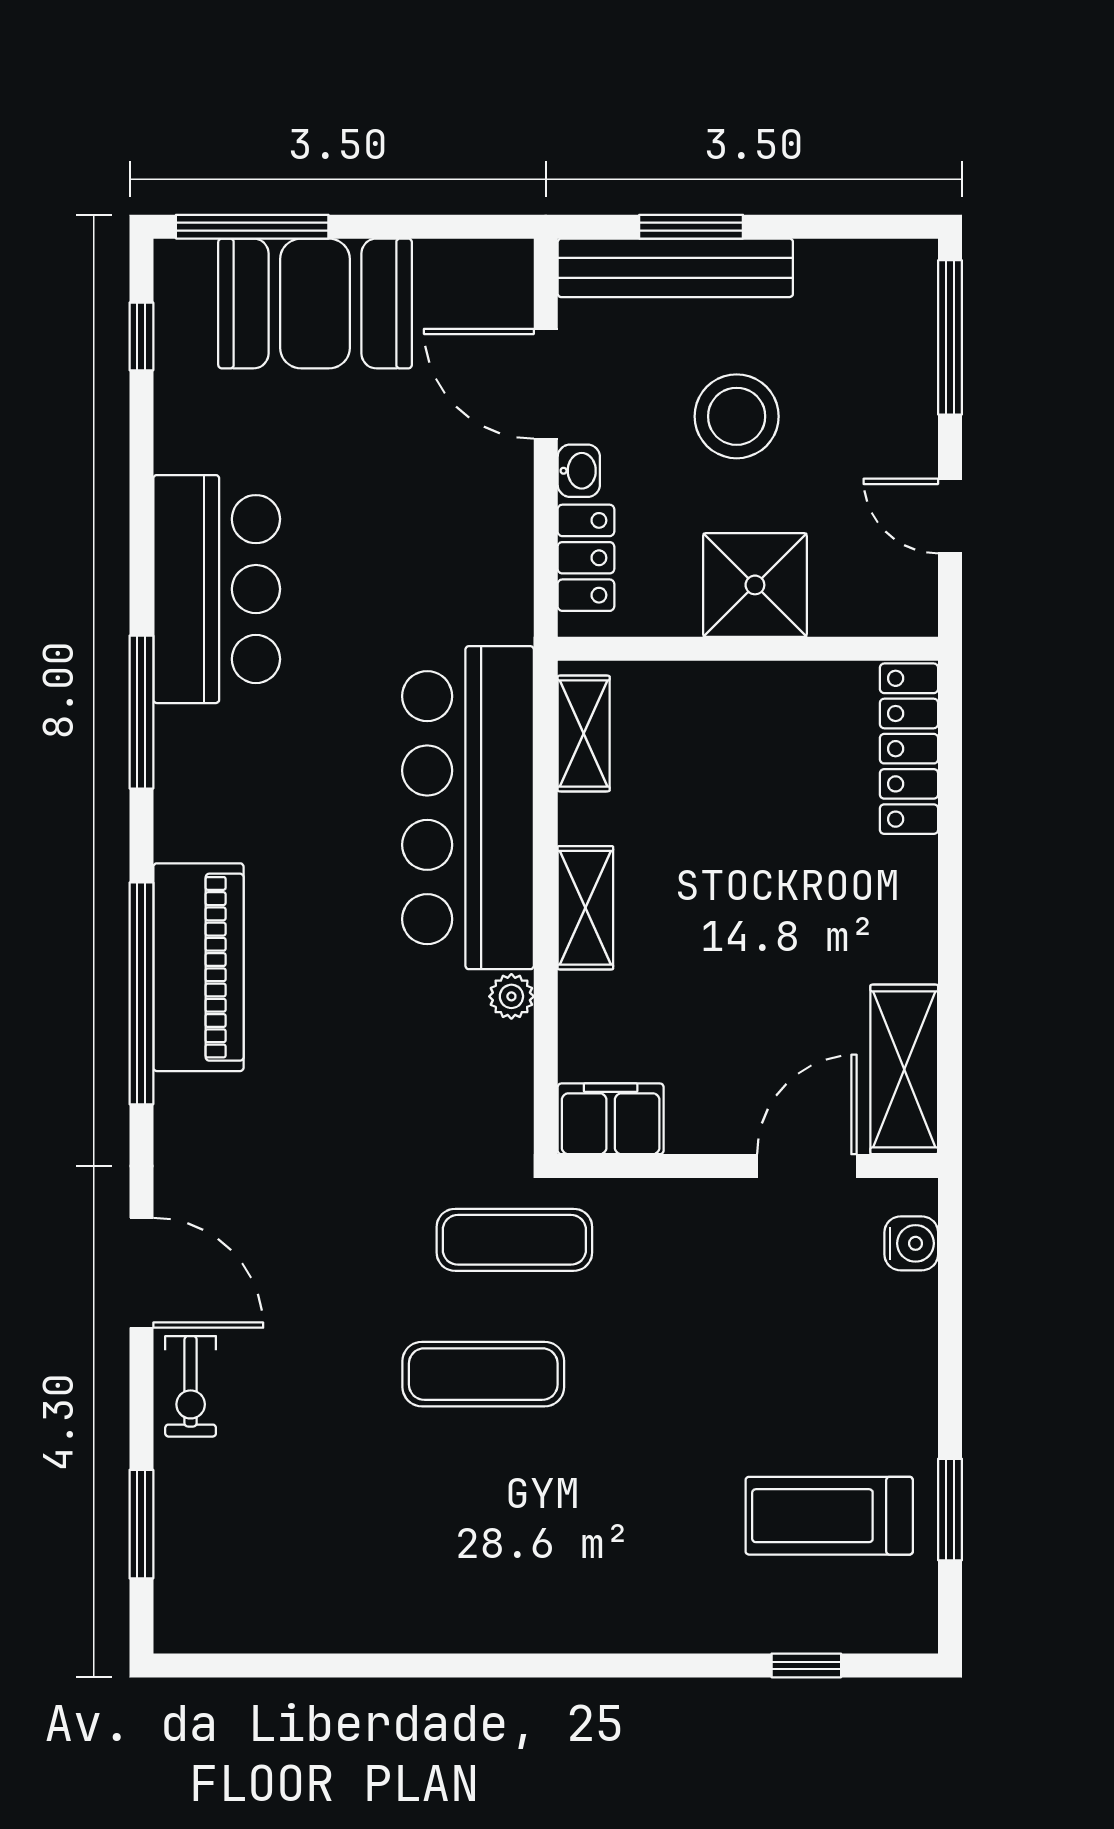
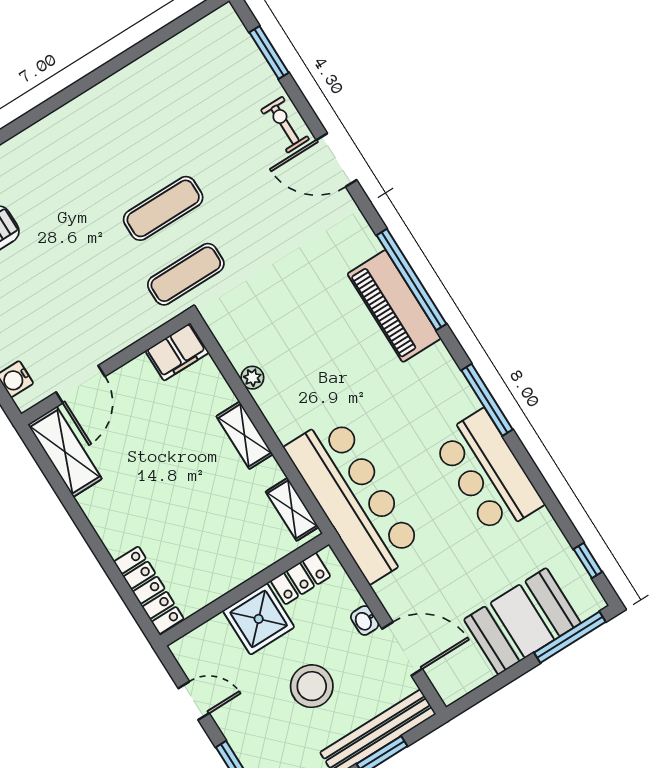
locker: (586, 558) -> (301, 579), moved, turned -90
bar counter: (468, 808) -> (354, 499), moved

